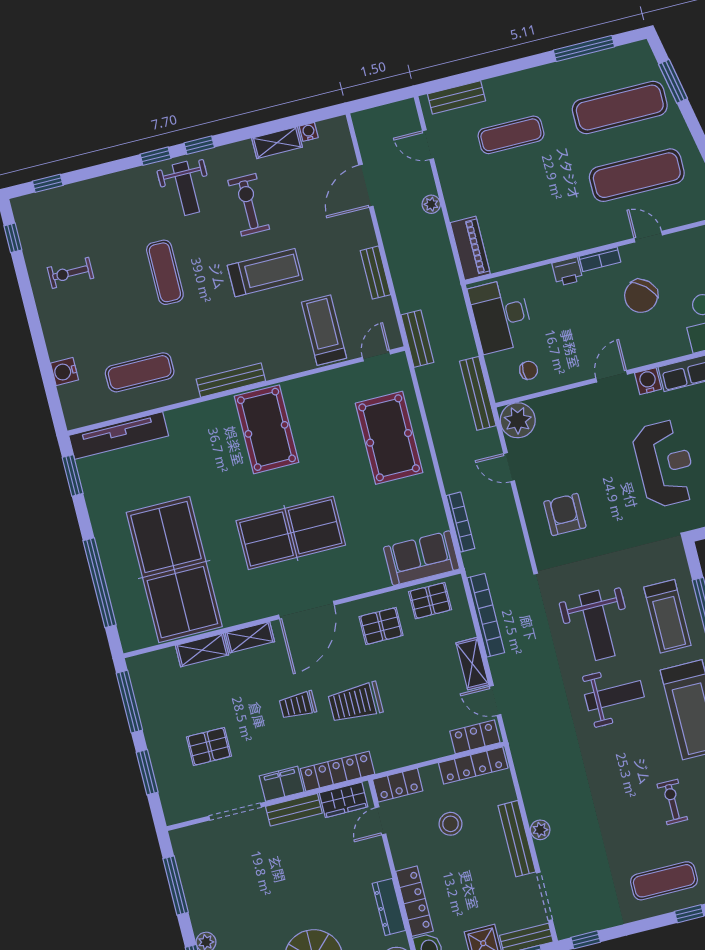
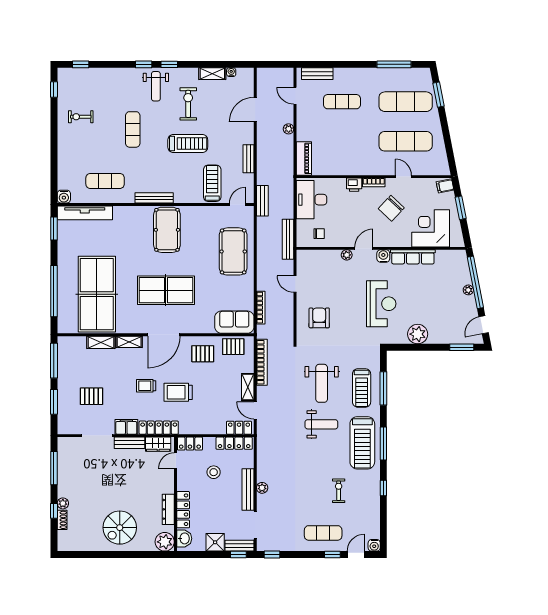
water cooler: (64, 372) -> (64, 197), moved, turned -90
plant: (518, 420) -> (347, 255), moved, width x0.53, depth x0.53

